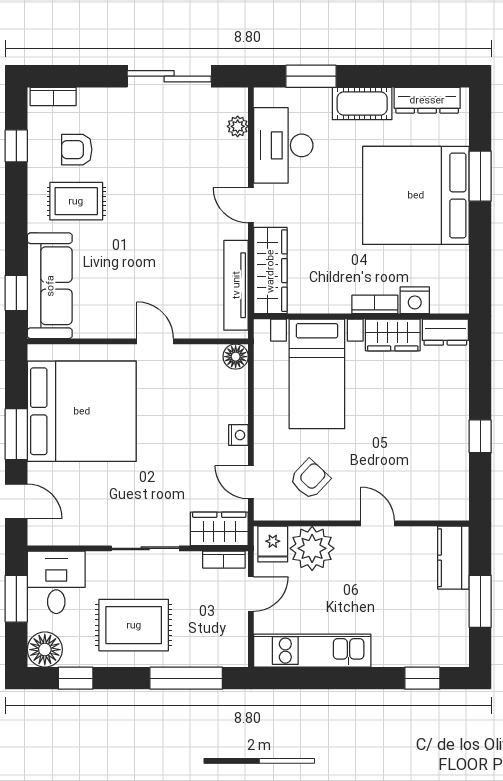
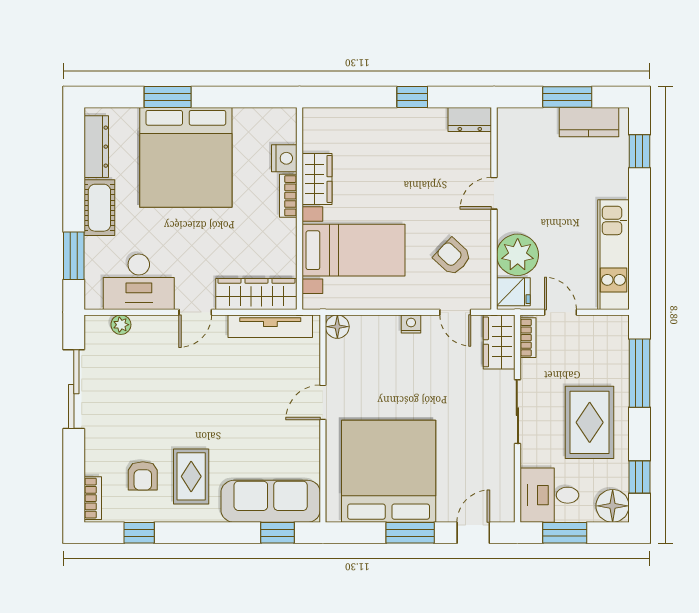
dresser: (445, 332) -> (470, 119), moved, turned 90
door: (251, 482) -> (455, 312), hinge flipped
kitchen counter: (453, 558) -> (589, 122), moved

